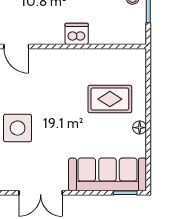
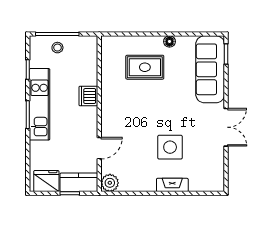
rug: (110, 99) -> (145, 67), turned 90

